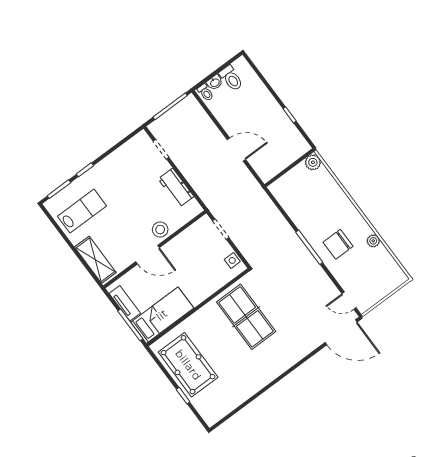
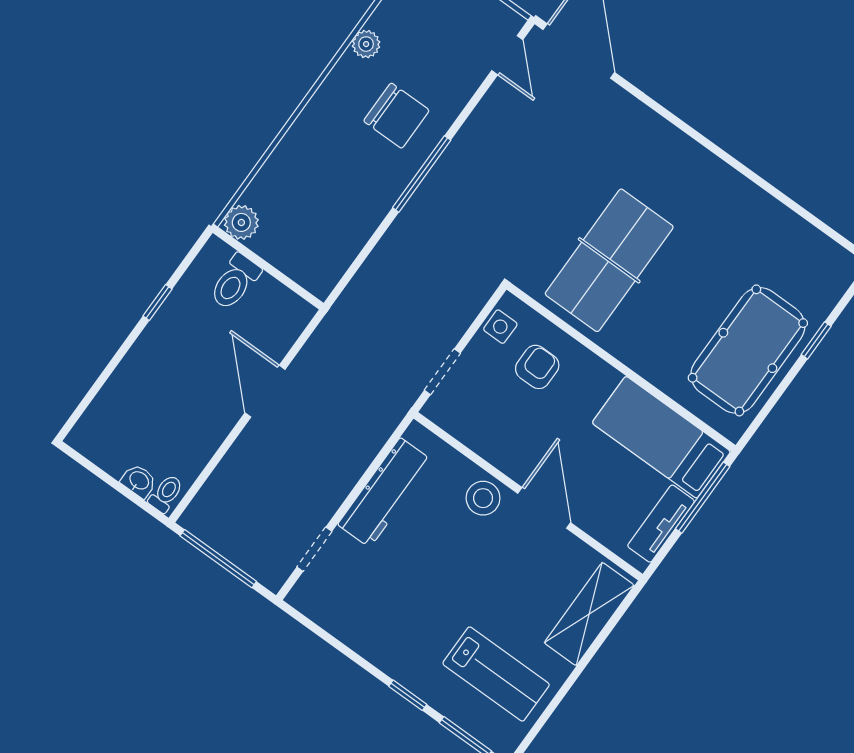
toilet: (231, 78) -> (235, 282), moved, turned 180
workbench: (176, 188) -> (385, 493), width x1.37
lab bench: (82, 211) -> (496, 674), turned 180
armchair: (210, 271) -> (537, 367), added

